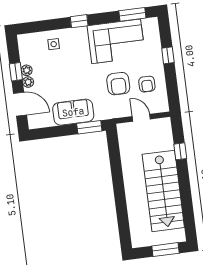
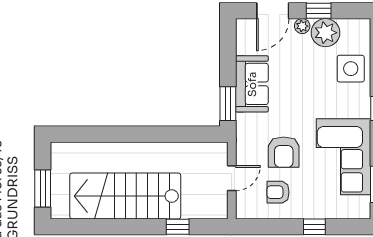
side table: (54, 44) -> (351, 69), width x1.87, depth x1.87
plant: (27, 70) -> (326, 33), width x1.88, depth x1.88
armchair: (118, 84) -> (284, 152), turned -90

